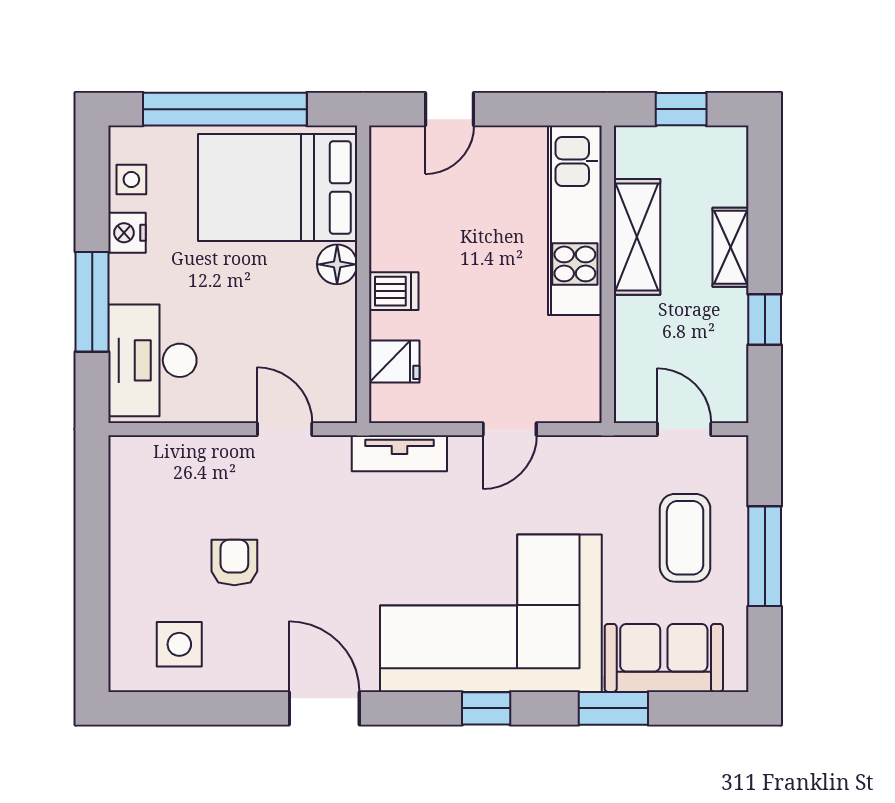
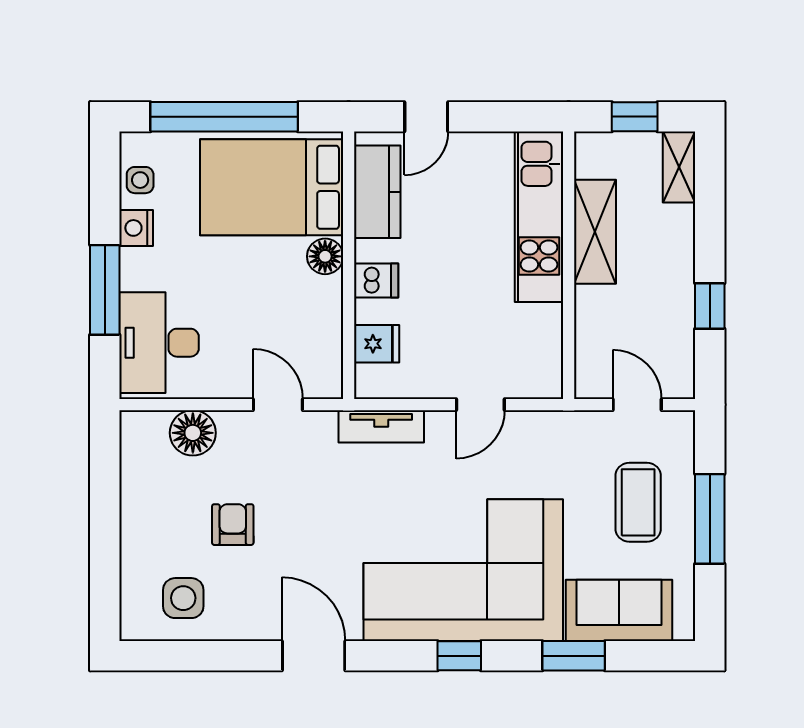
kitchen counter: (395, 193) -> (377, 192), added
shelving: (731, 247) -> (679, 167), moved
floor lamp: (190, 461) -> (193, 433), added

